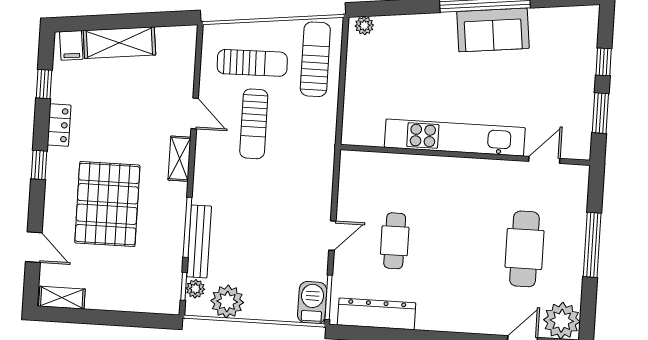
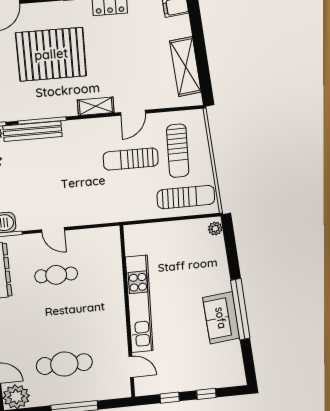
shelving: (119, 43) -> (186, 67), moved
window: (600, 113) -> (170, 398), width x0.67

